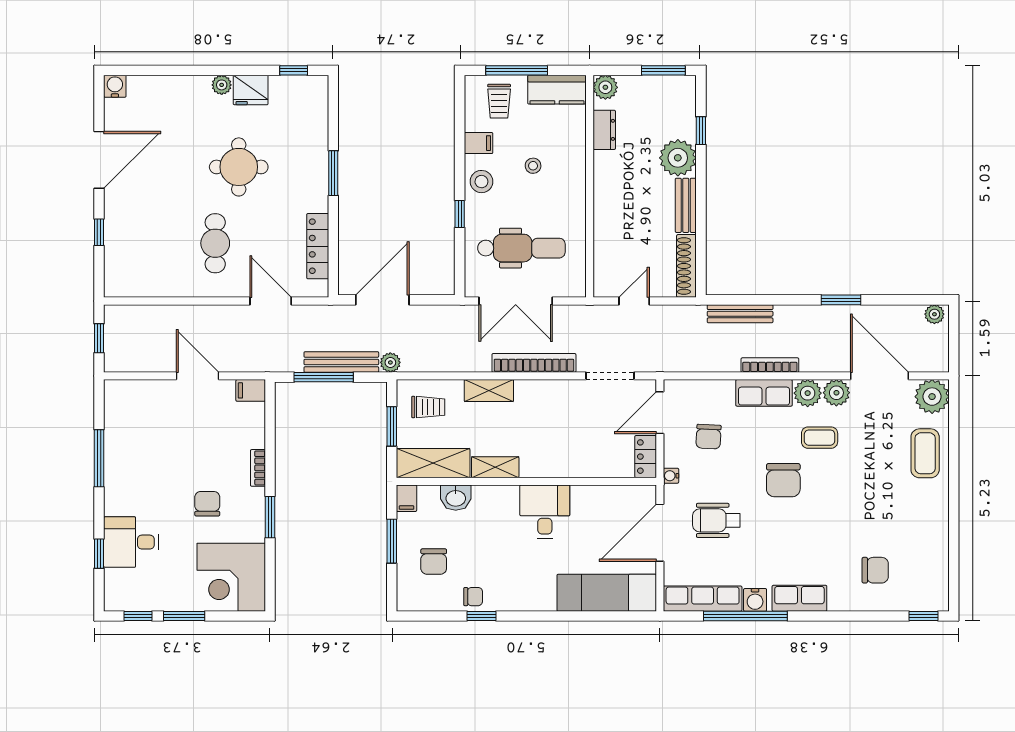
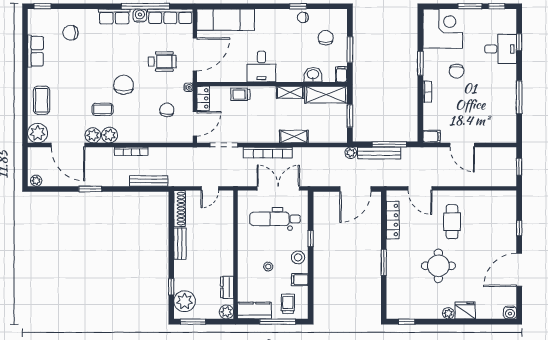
fridge: (251, 90) -> (465, 310), moved
plant: (678, 158) -> (185, 301), moved
row of seats: (764, 393) -> (35, 51), moved, turned 90
trolley: (428, 407) -> (240, 94), moved

